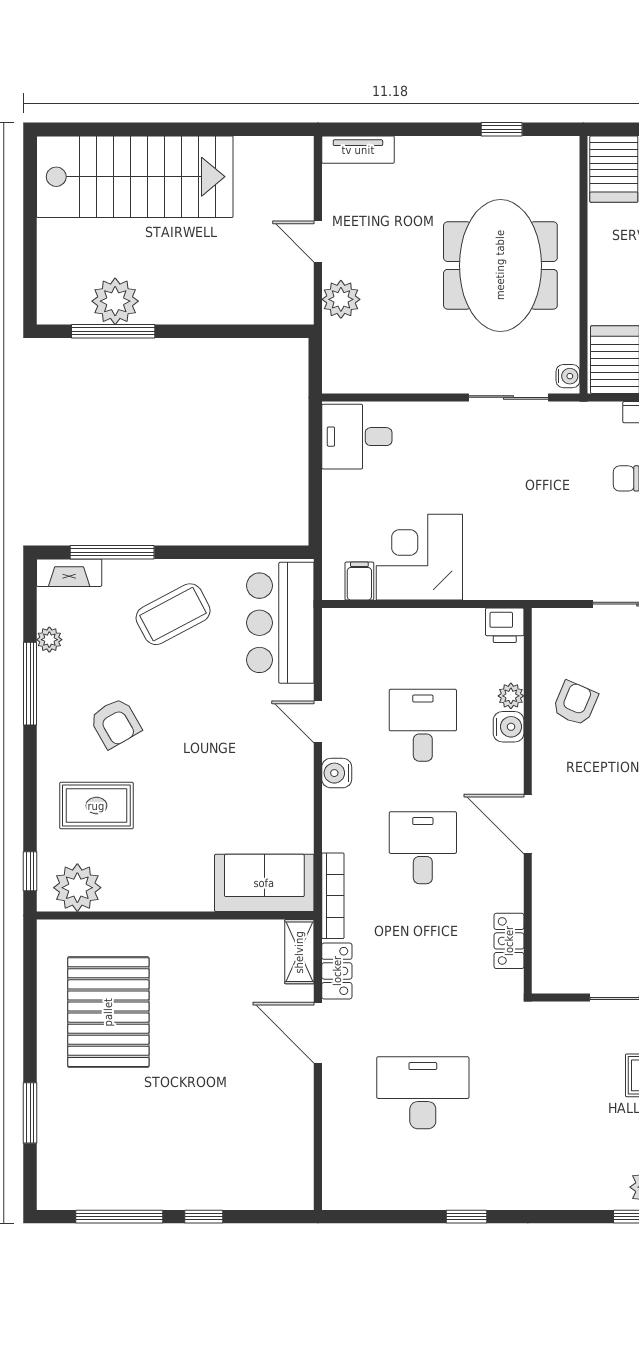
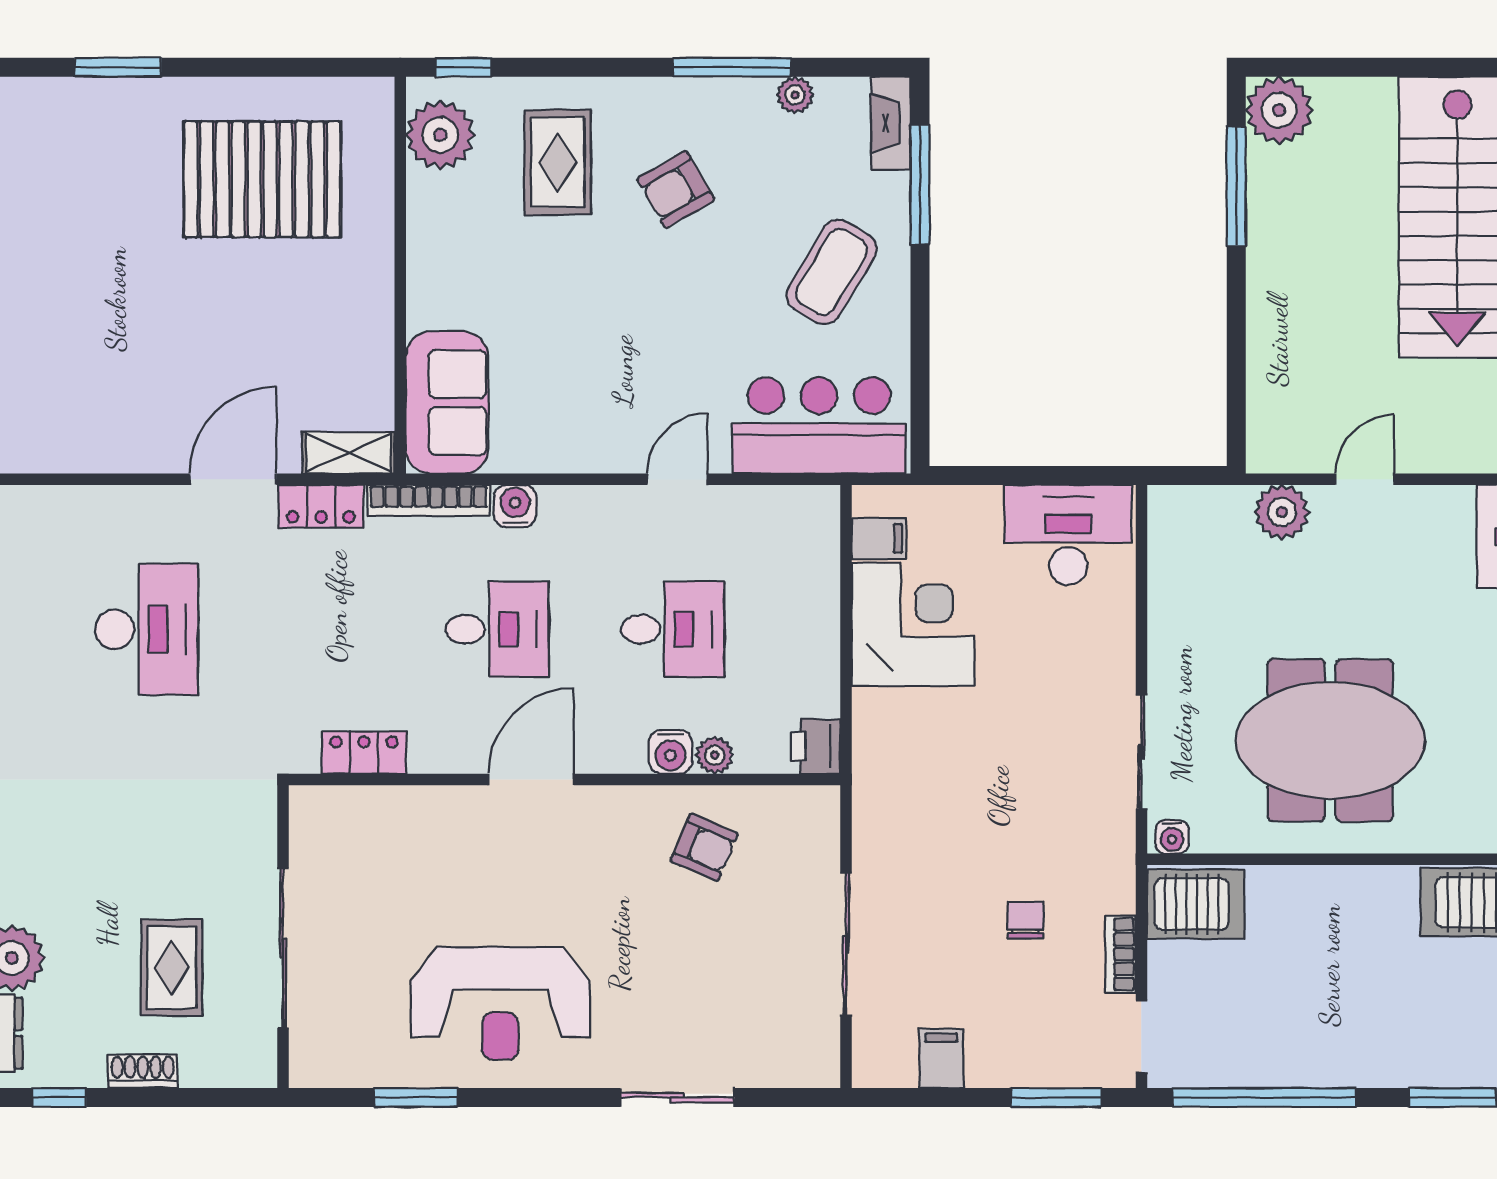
plant: (115, 301) -> (1279, 110), moved
desk: (357, 437) -> (1068, 535), width x1.37
coffee table: (173, 614) -> (831, 272), turned 59
water cooler: (337, 773) -> (515, 506), moved

